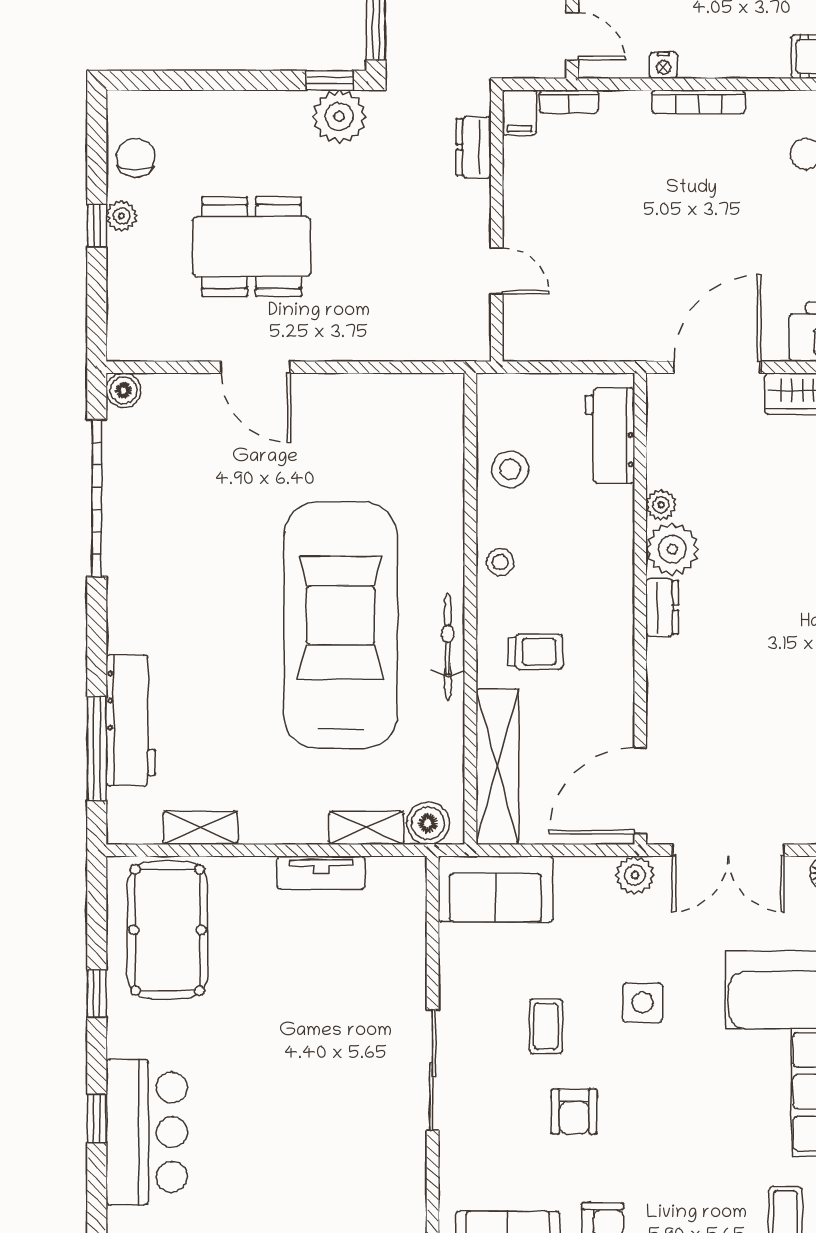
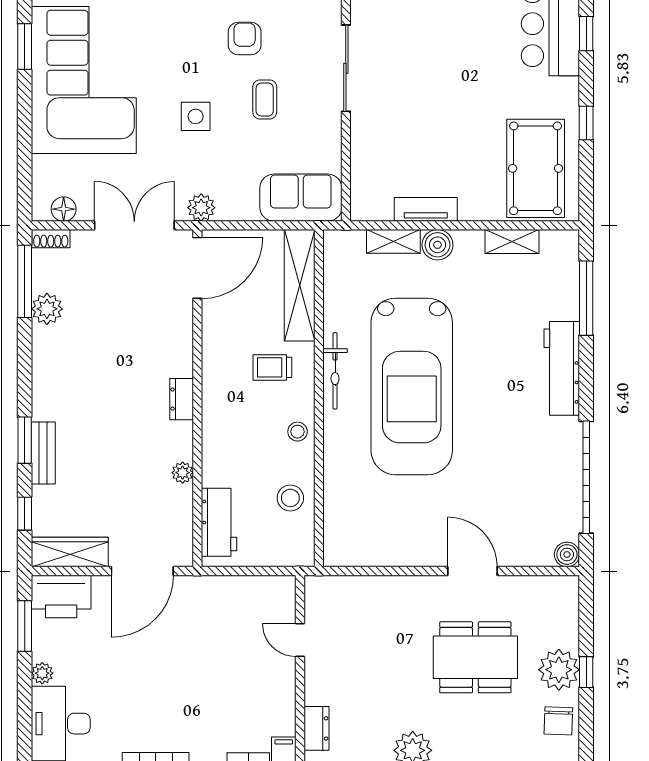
plant: (122, 216) -> (559, 670), width x1.88, depth x1.88
plant: (672, 549) -> (174, 441), removed
workbench: (131, 720) -> (562, 368), moved
boiler: (428, 823) -> (437, 245), moved

